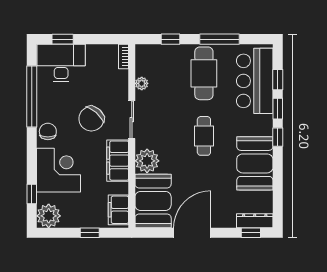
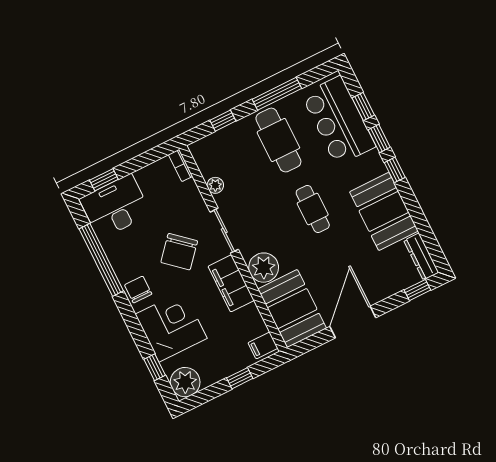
filing cabinet: (118, 210) -> (263, 345), width x0.50
dresser: (255, 221) -> (421, 256), moved, turned -90

